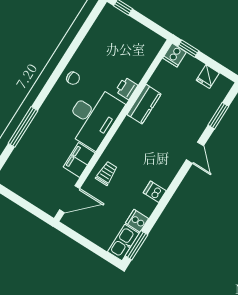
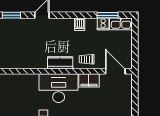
printer: (126, 88) -> (29, 79), removed
kitchen counter: (144, 104) -> (60, 63), moved
window: (136, 245) -> (108, 15), moved

